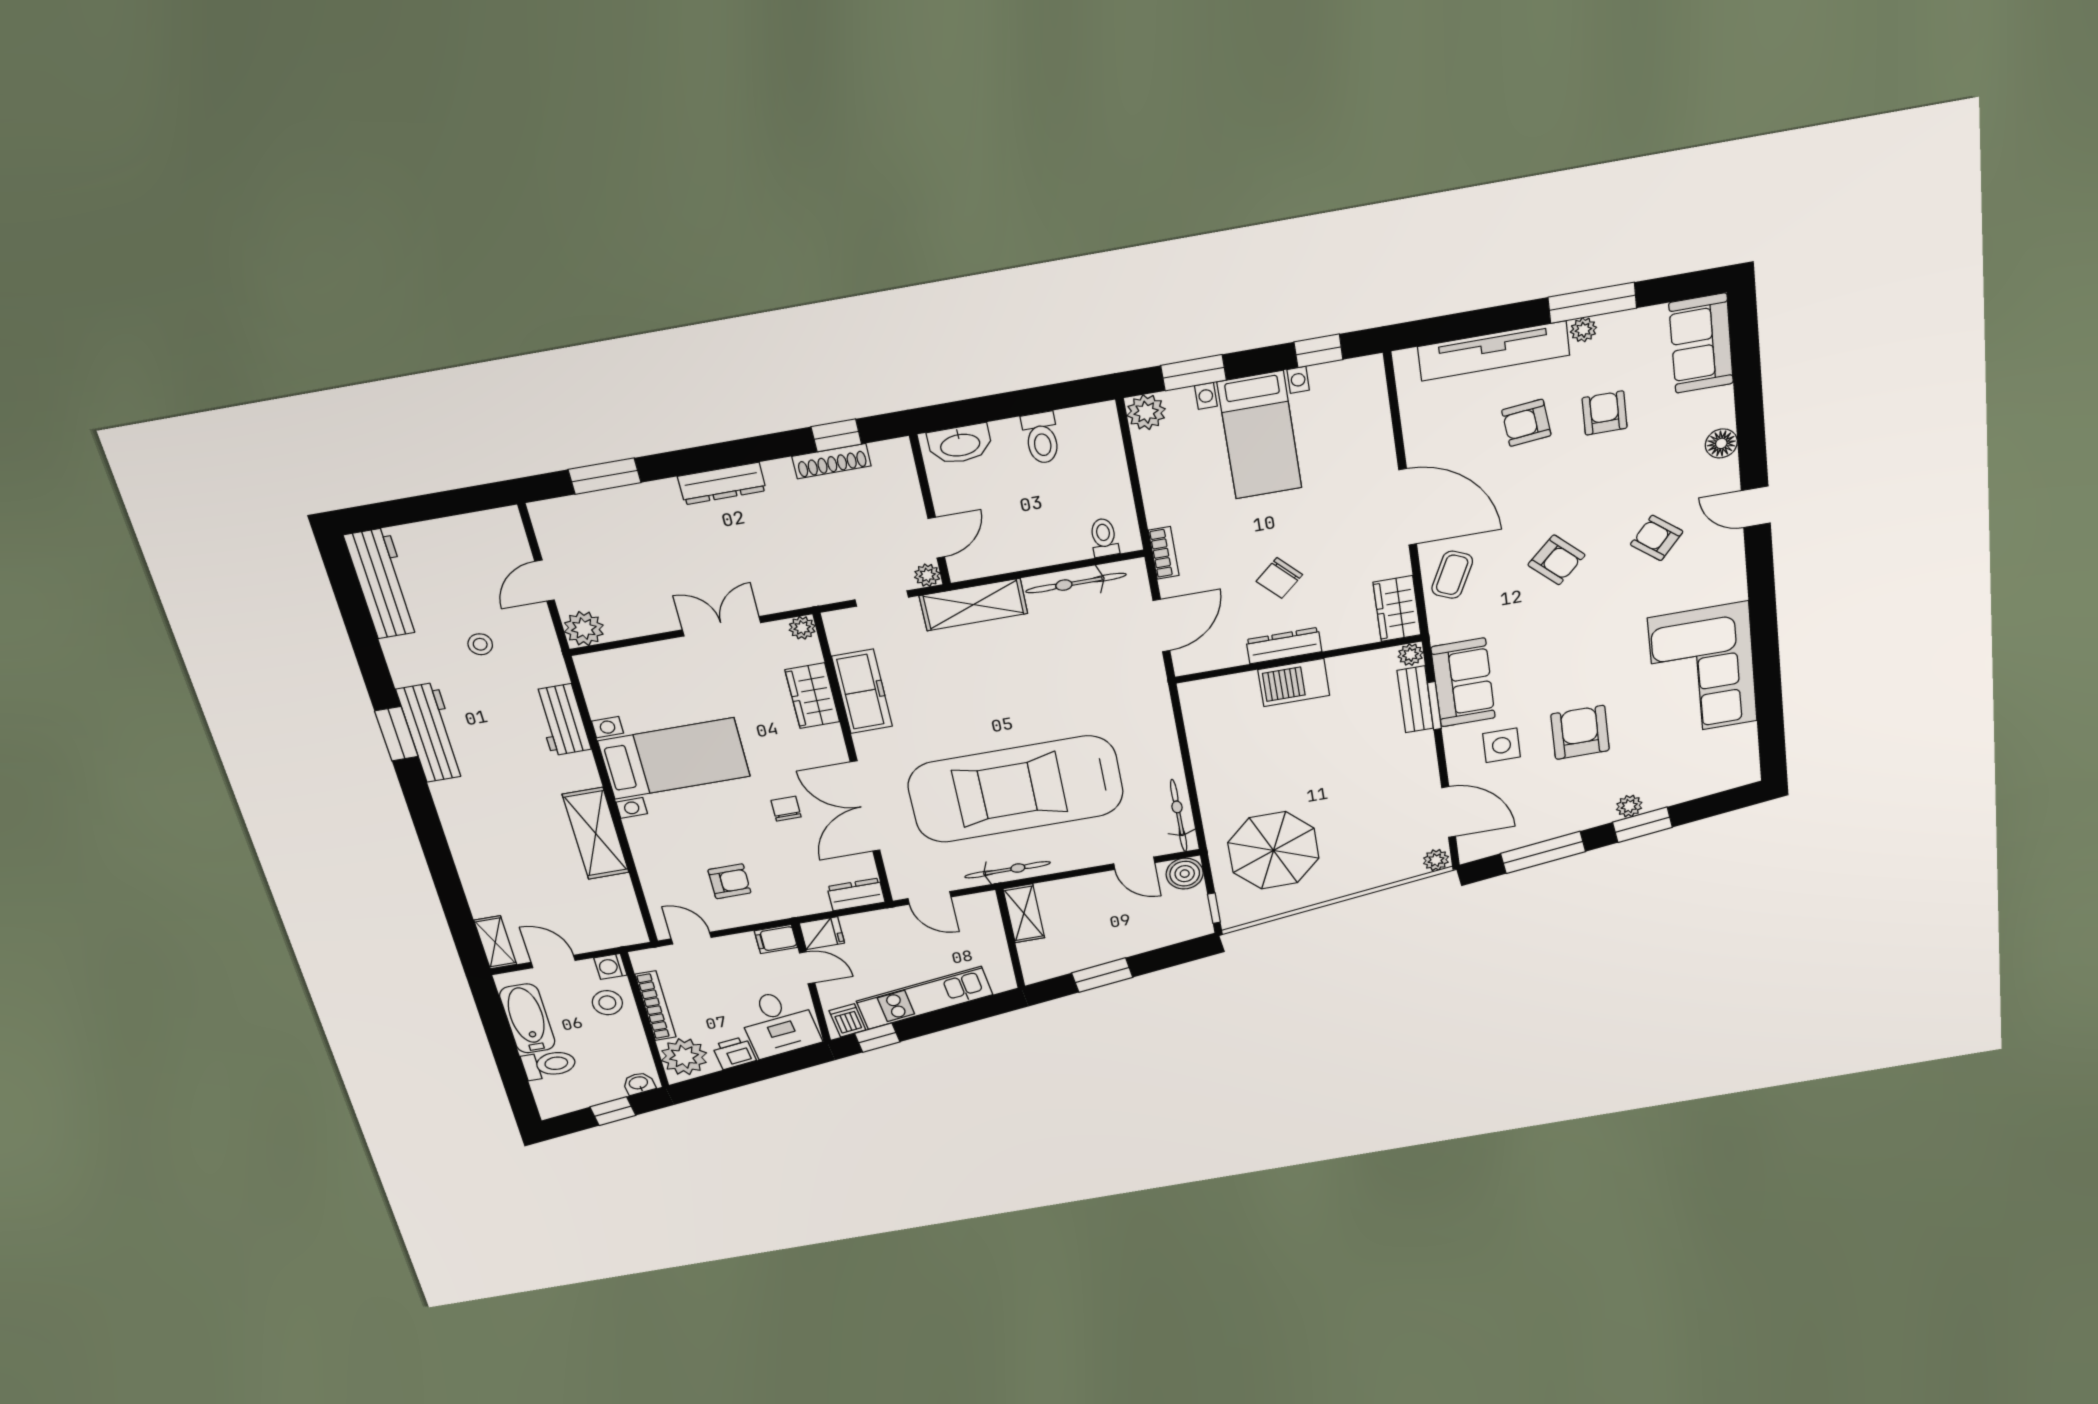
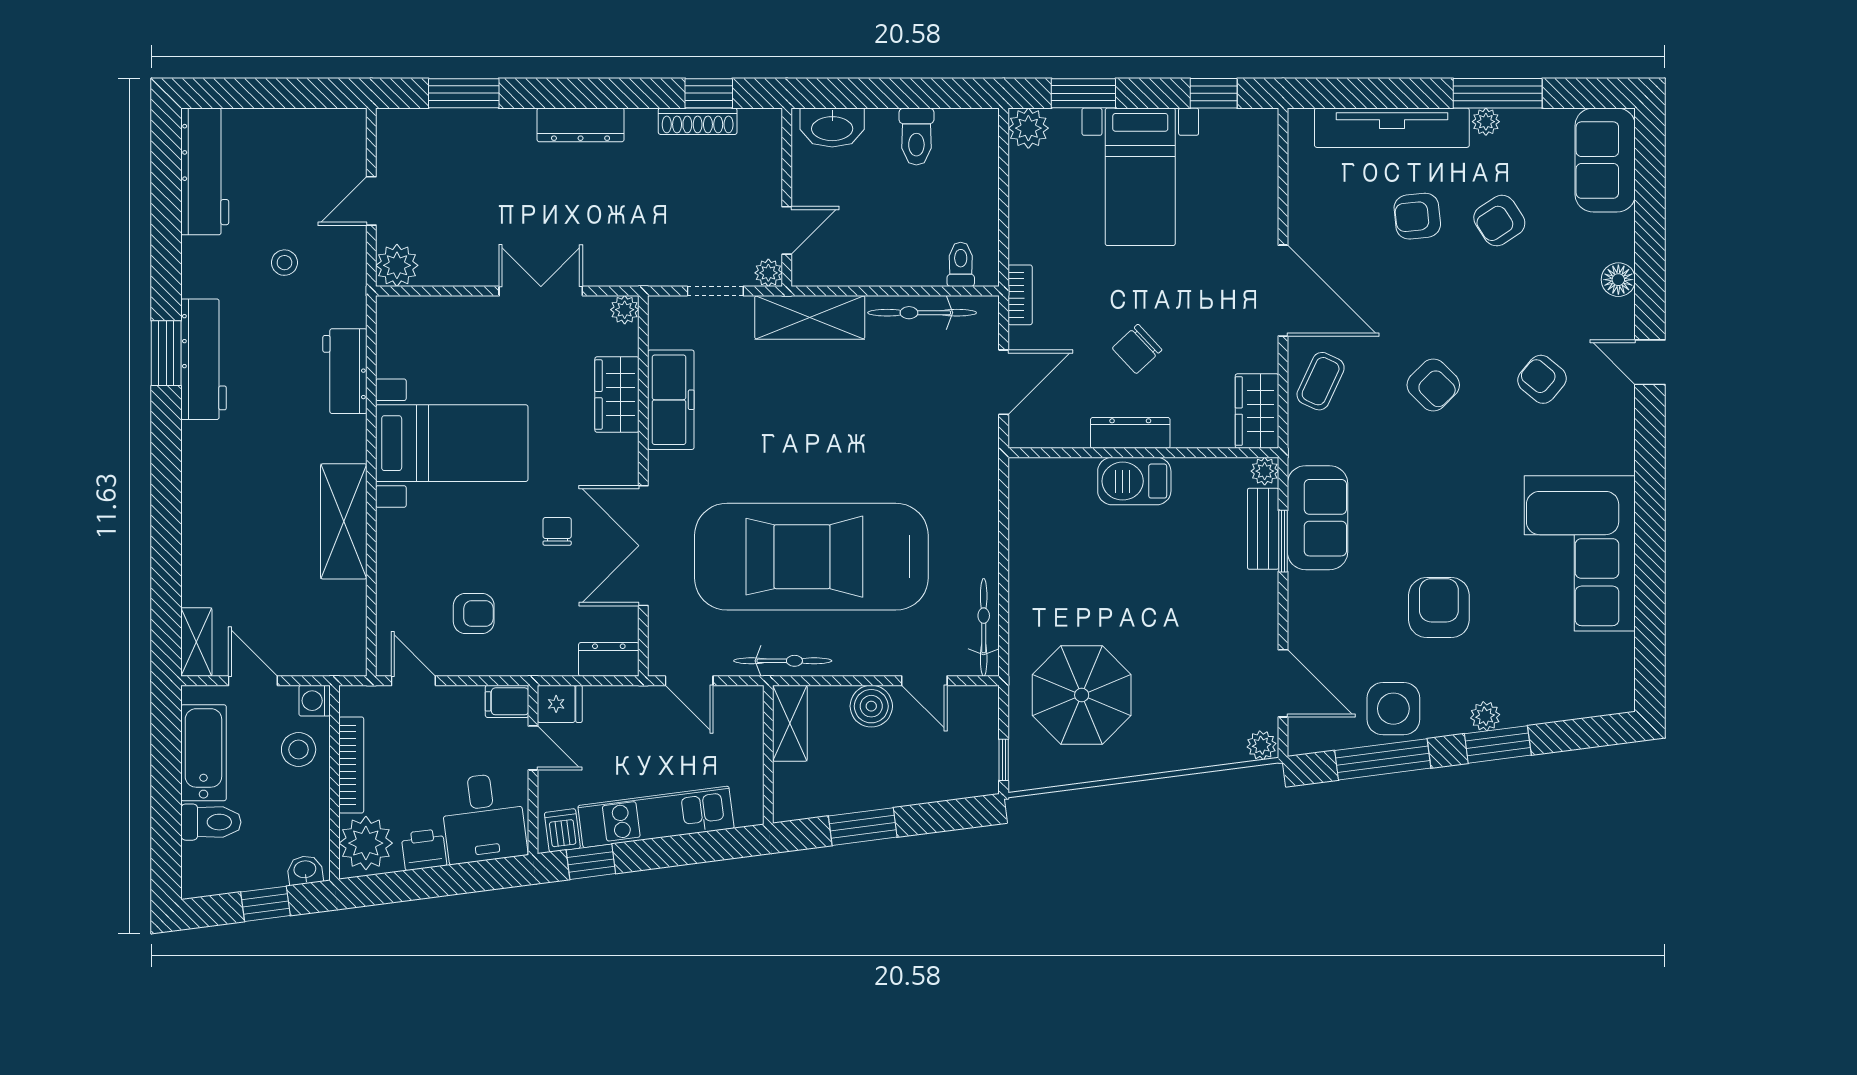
armchair: (1605, 413) -> (1499, 221), turned -123
side table: (1501, 745) -> (1393, 709), moved, width x1.37, depth x1.37
boiler: (1185, 874) -> (871, 706), moved

